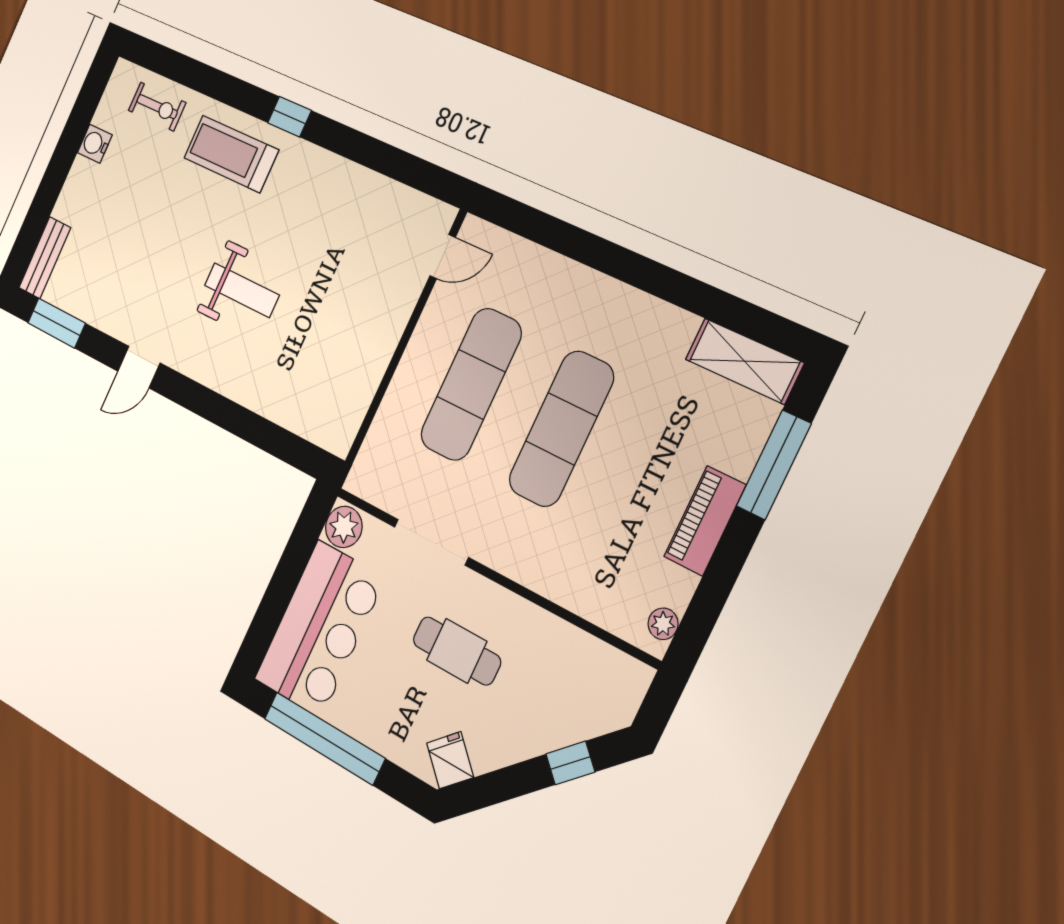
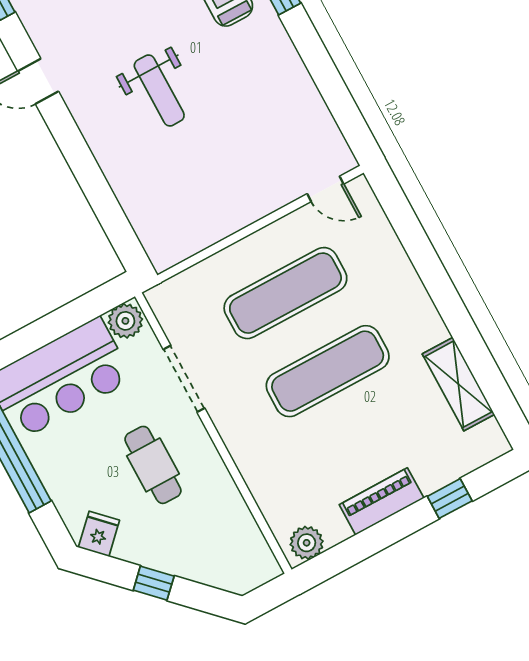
shelving: (744, 361) -> (458, 384), moved
window: (774, 465) -> (450, 499), width x0.46
plant: (663, 624) -> (307, 543), width x1.38, depth x1.38
window: (570, 763) -> (154, 583), moved

